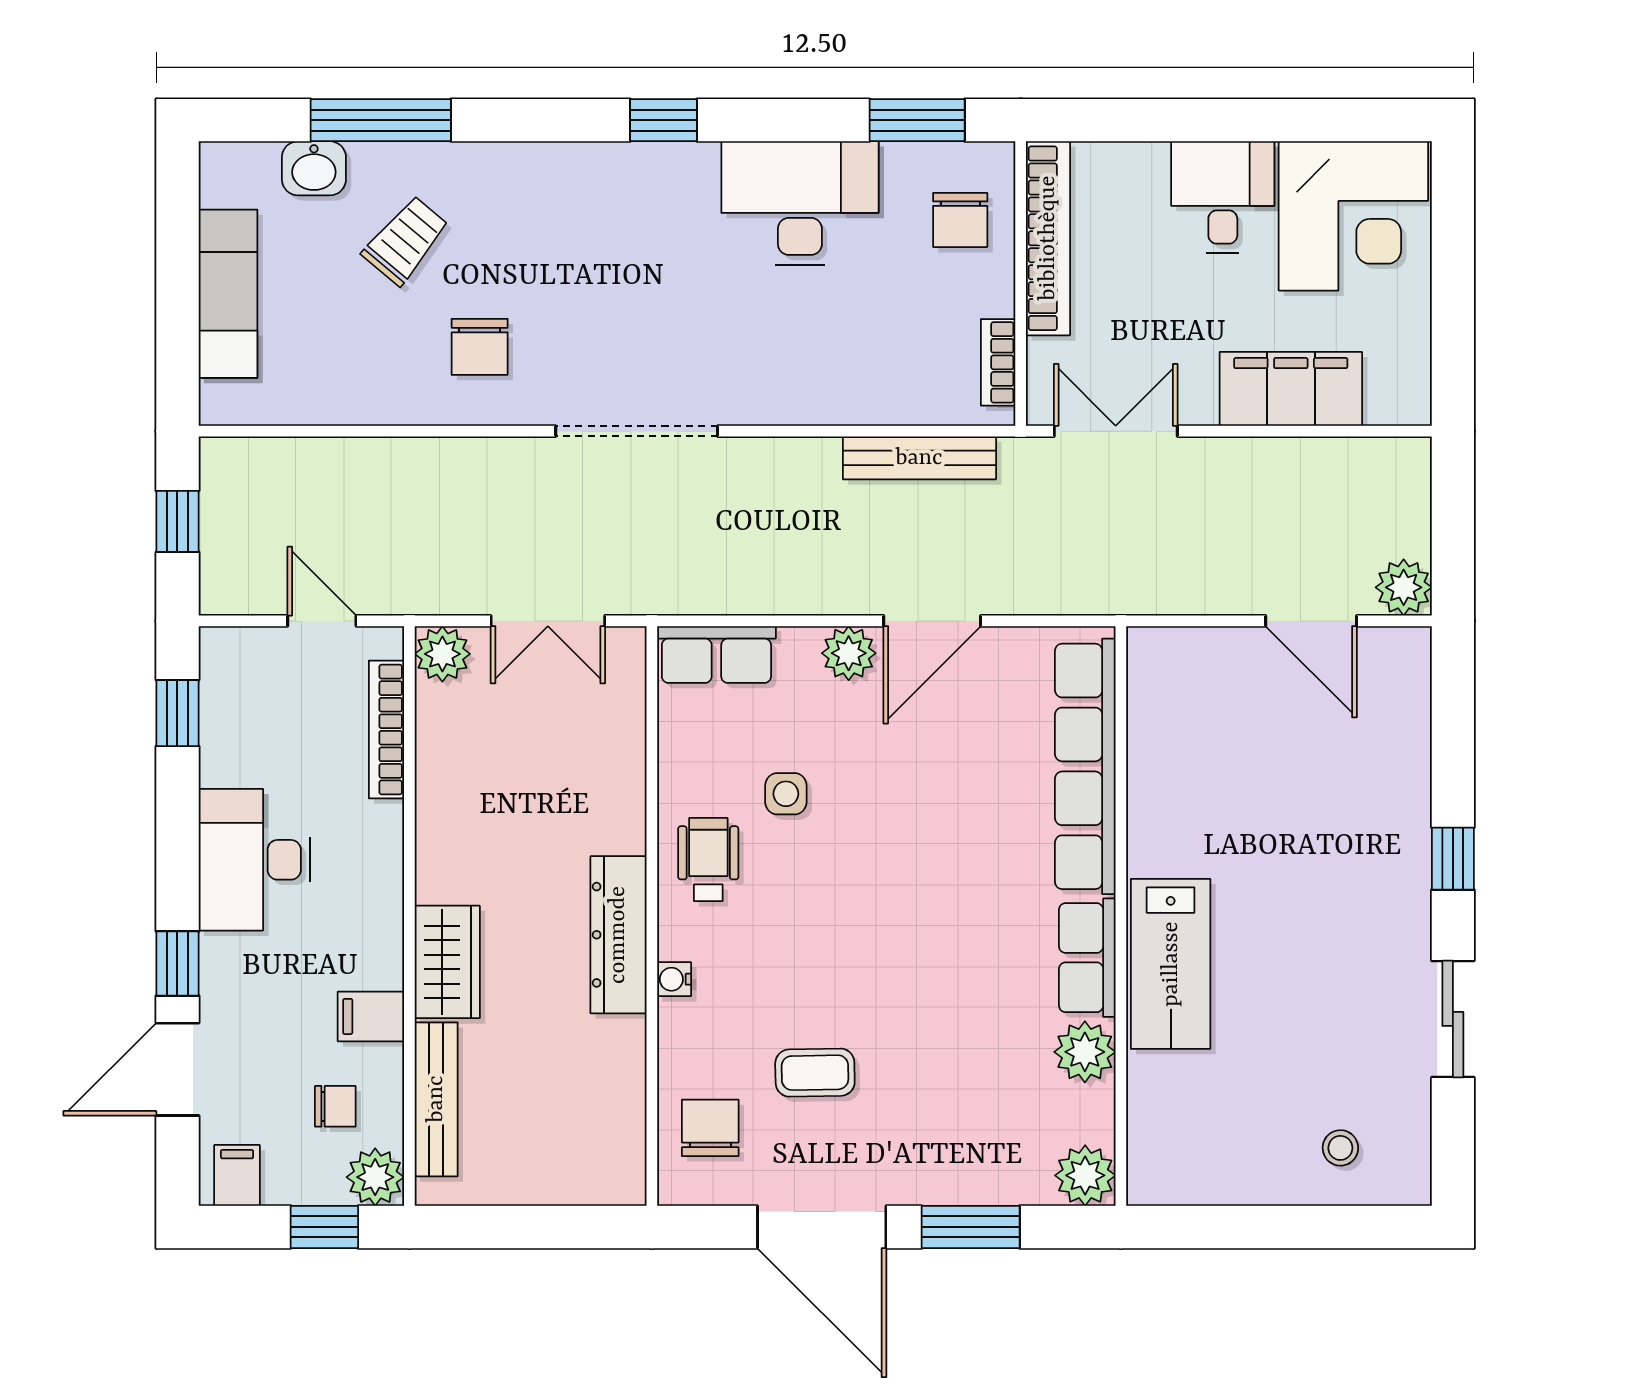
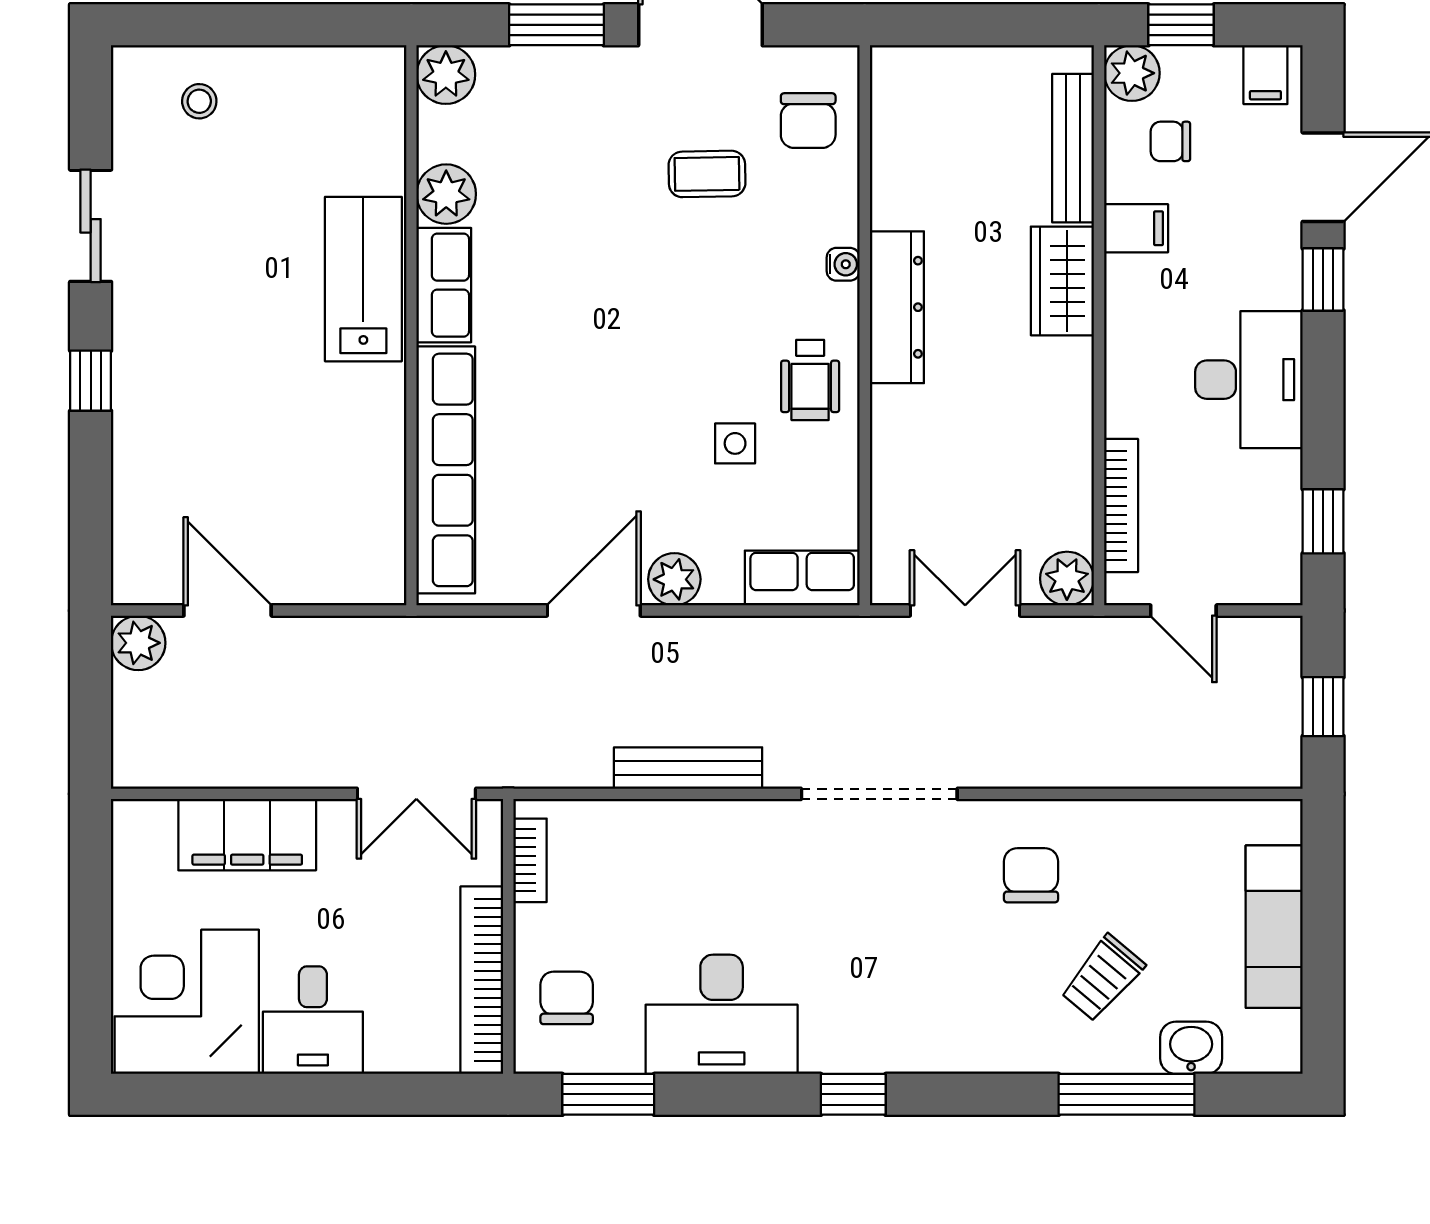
bench: (919, 458) -> (688, 768), moved

